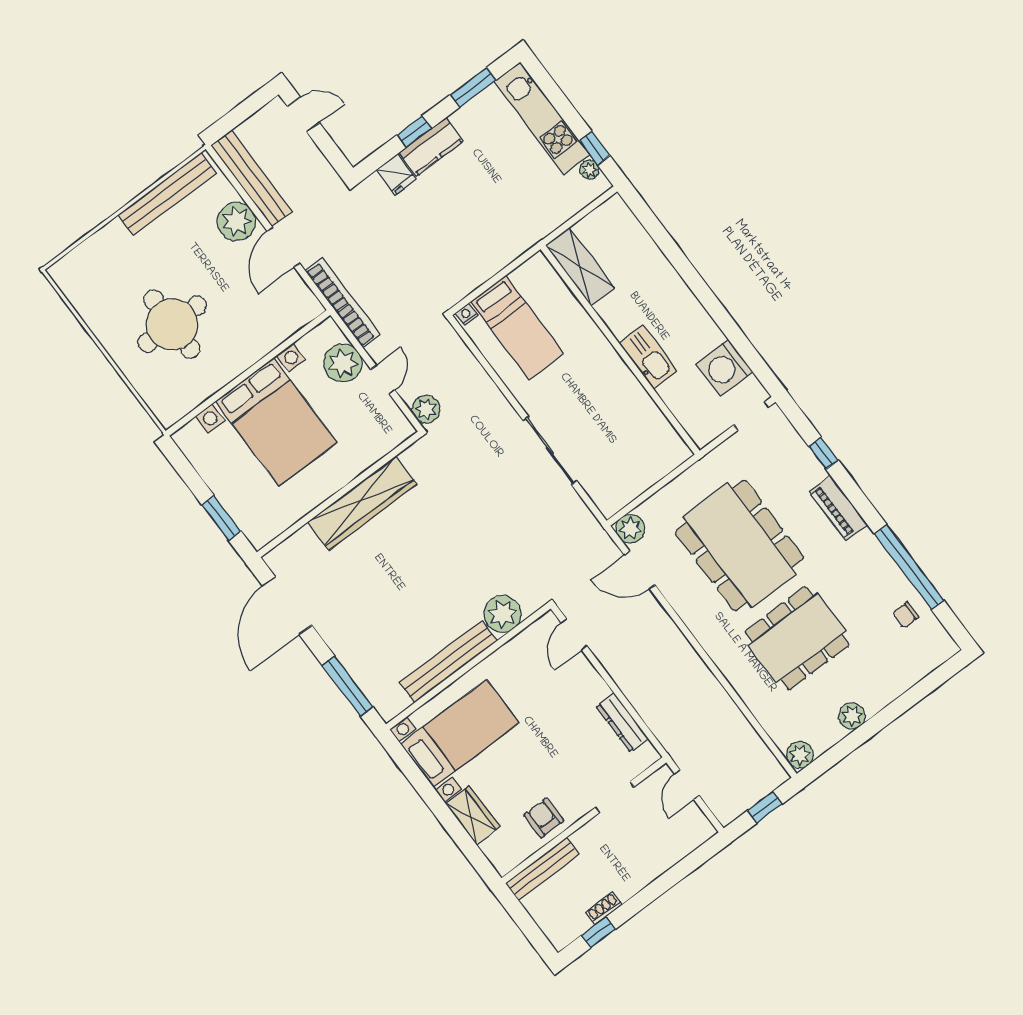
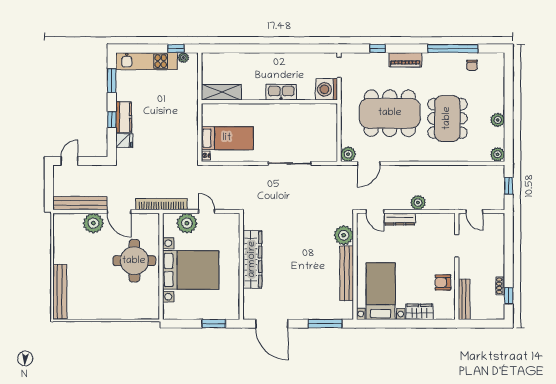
bench: (167, 194) -> (60, 292), moved
round table: (172, 324) -> (134, 261), moved
washing machine: (724, 368) -> (327, 89), moved, turned 90
plant: (426, 409) -> (418, 203), moved
dresser: (622, 722) -> (400, 219), moved

